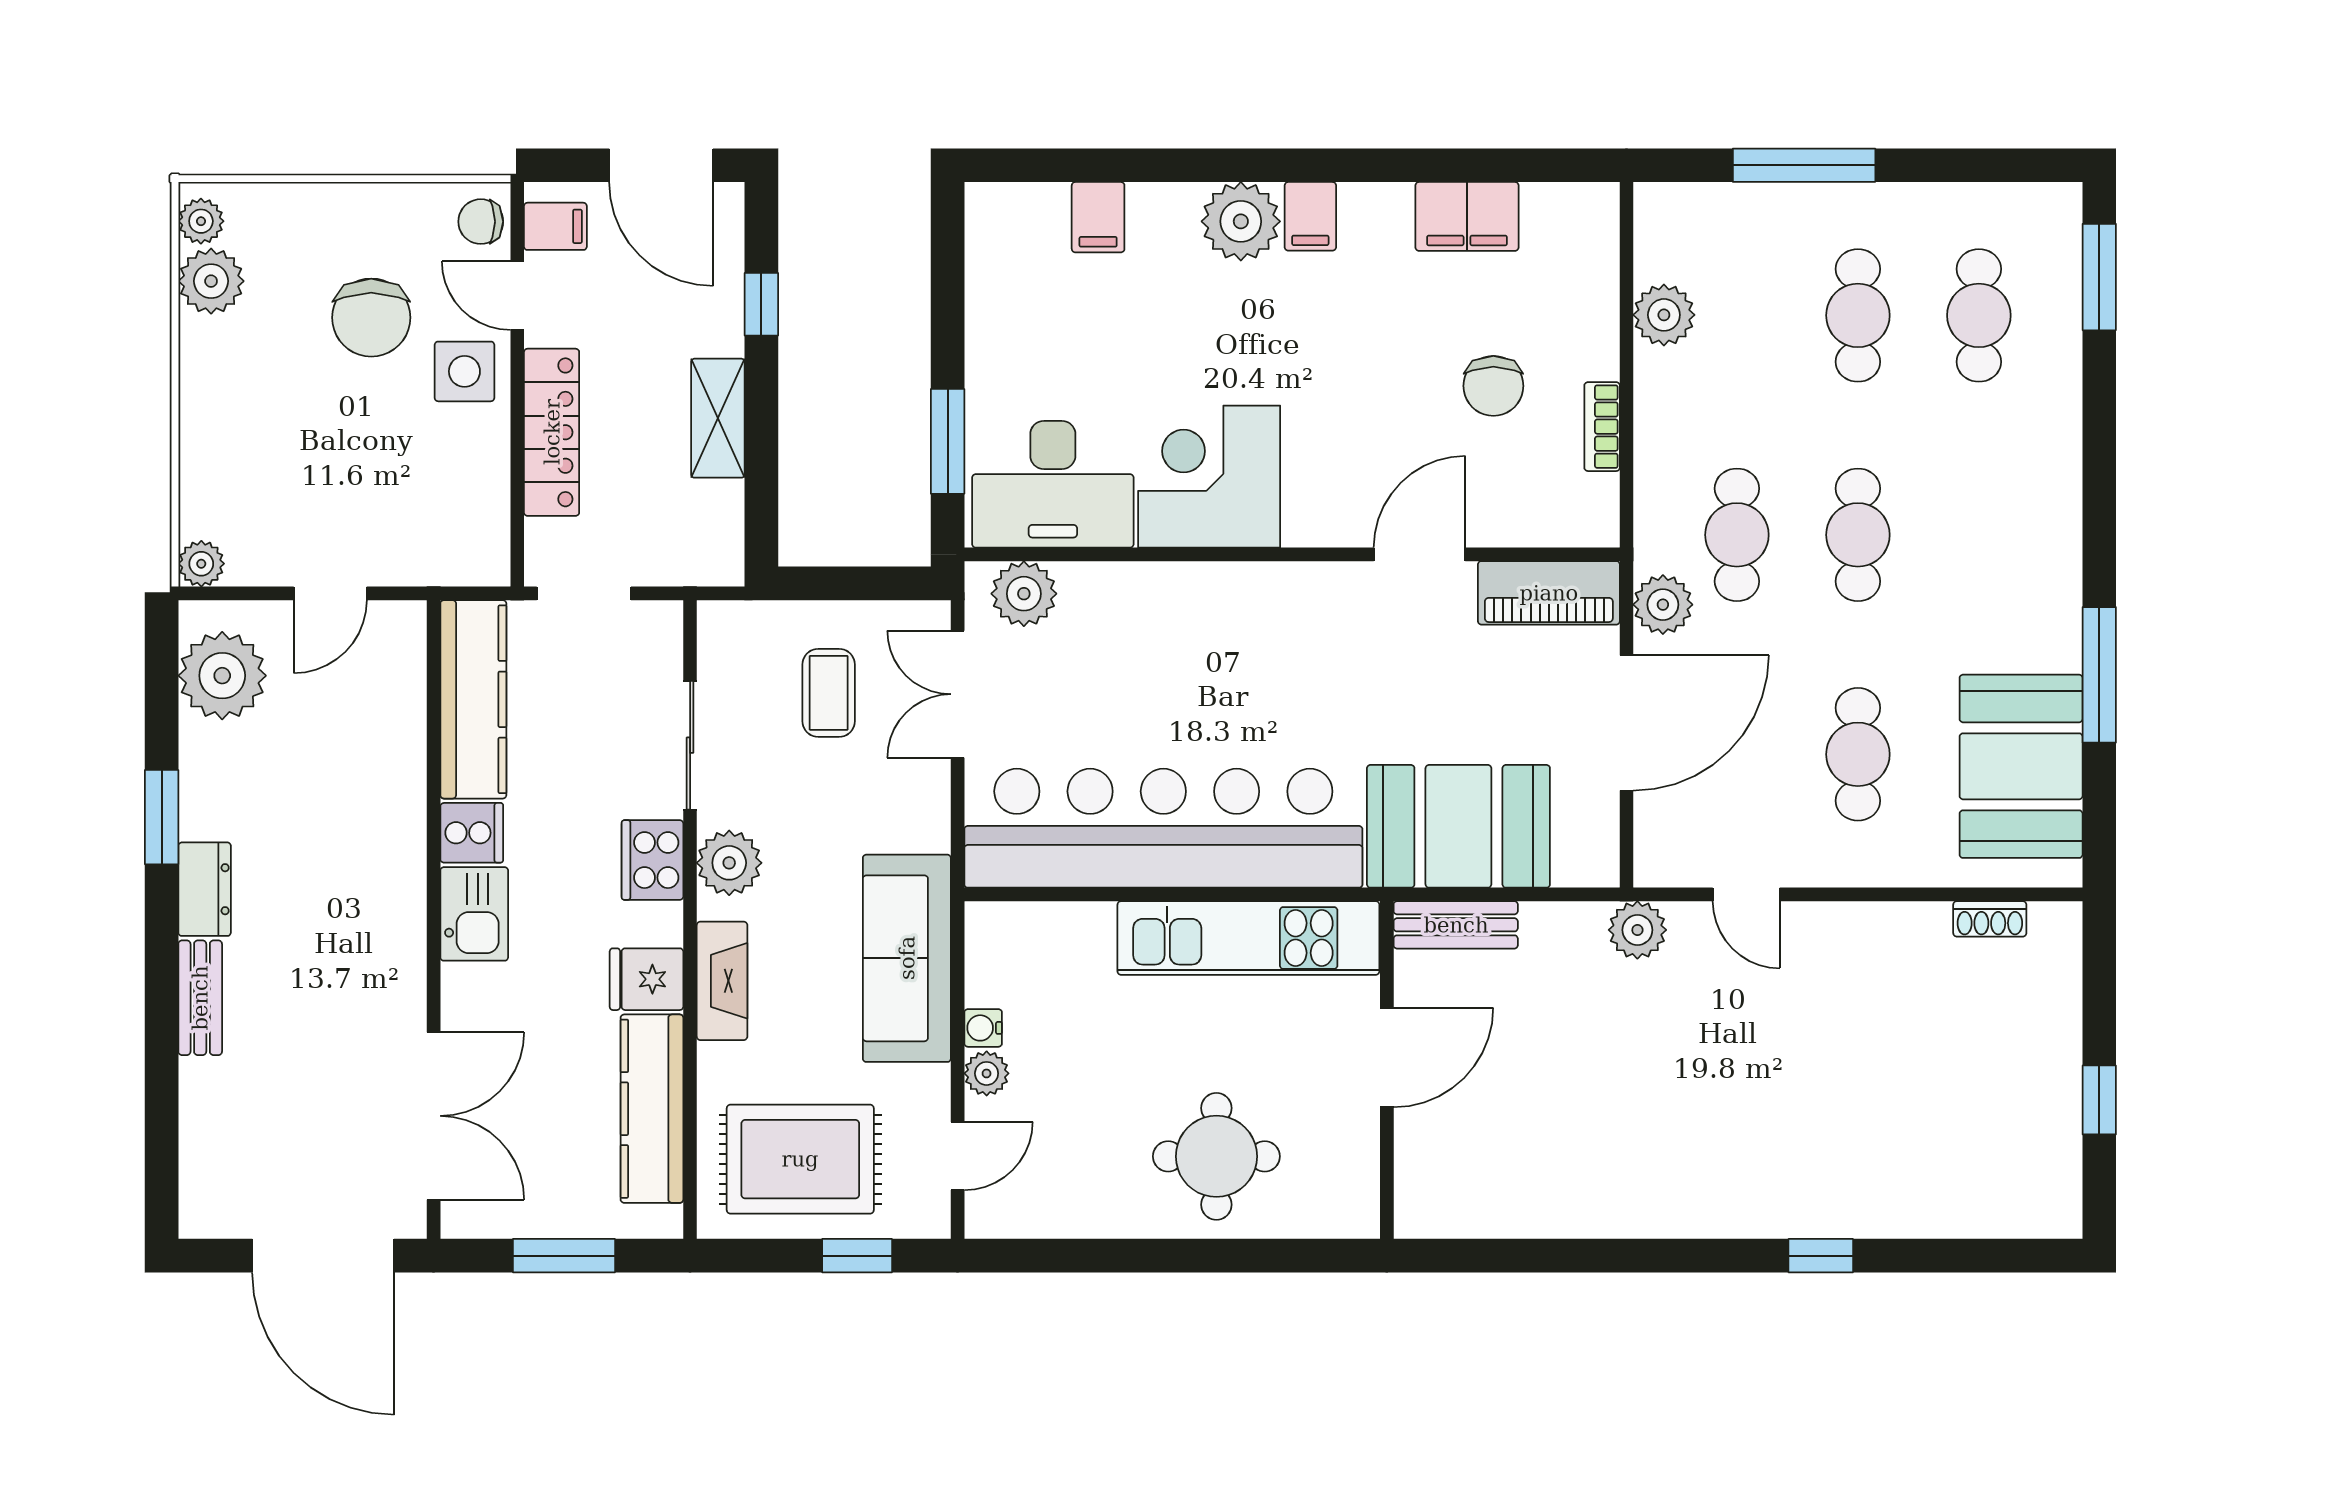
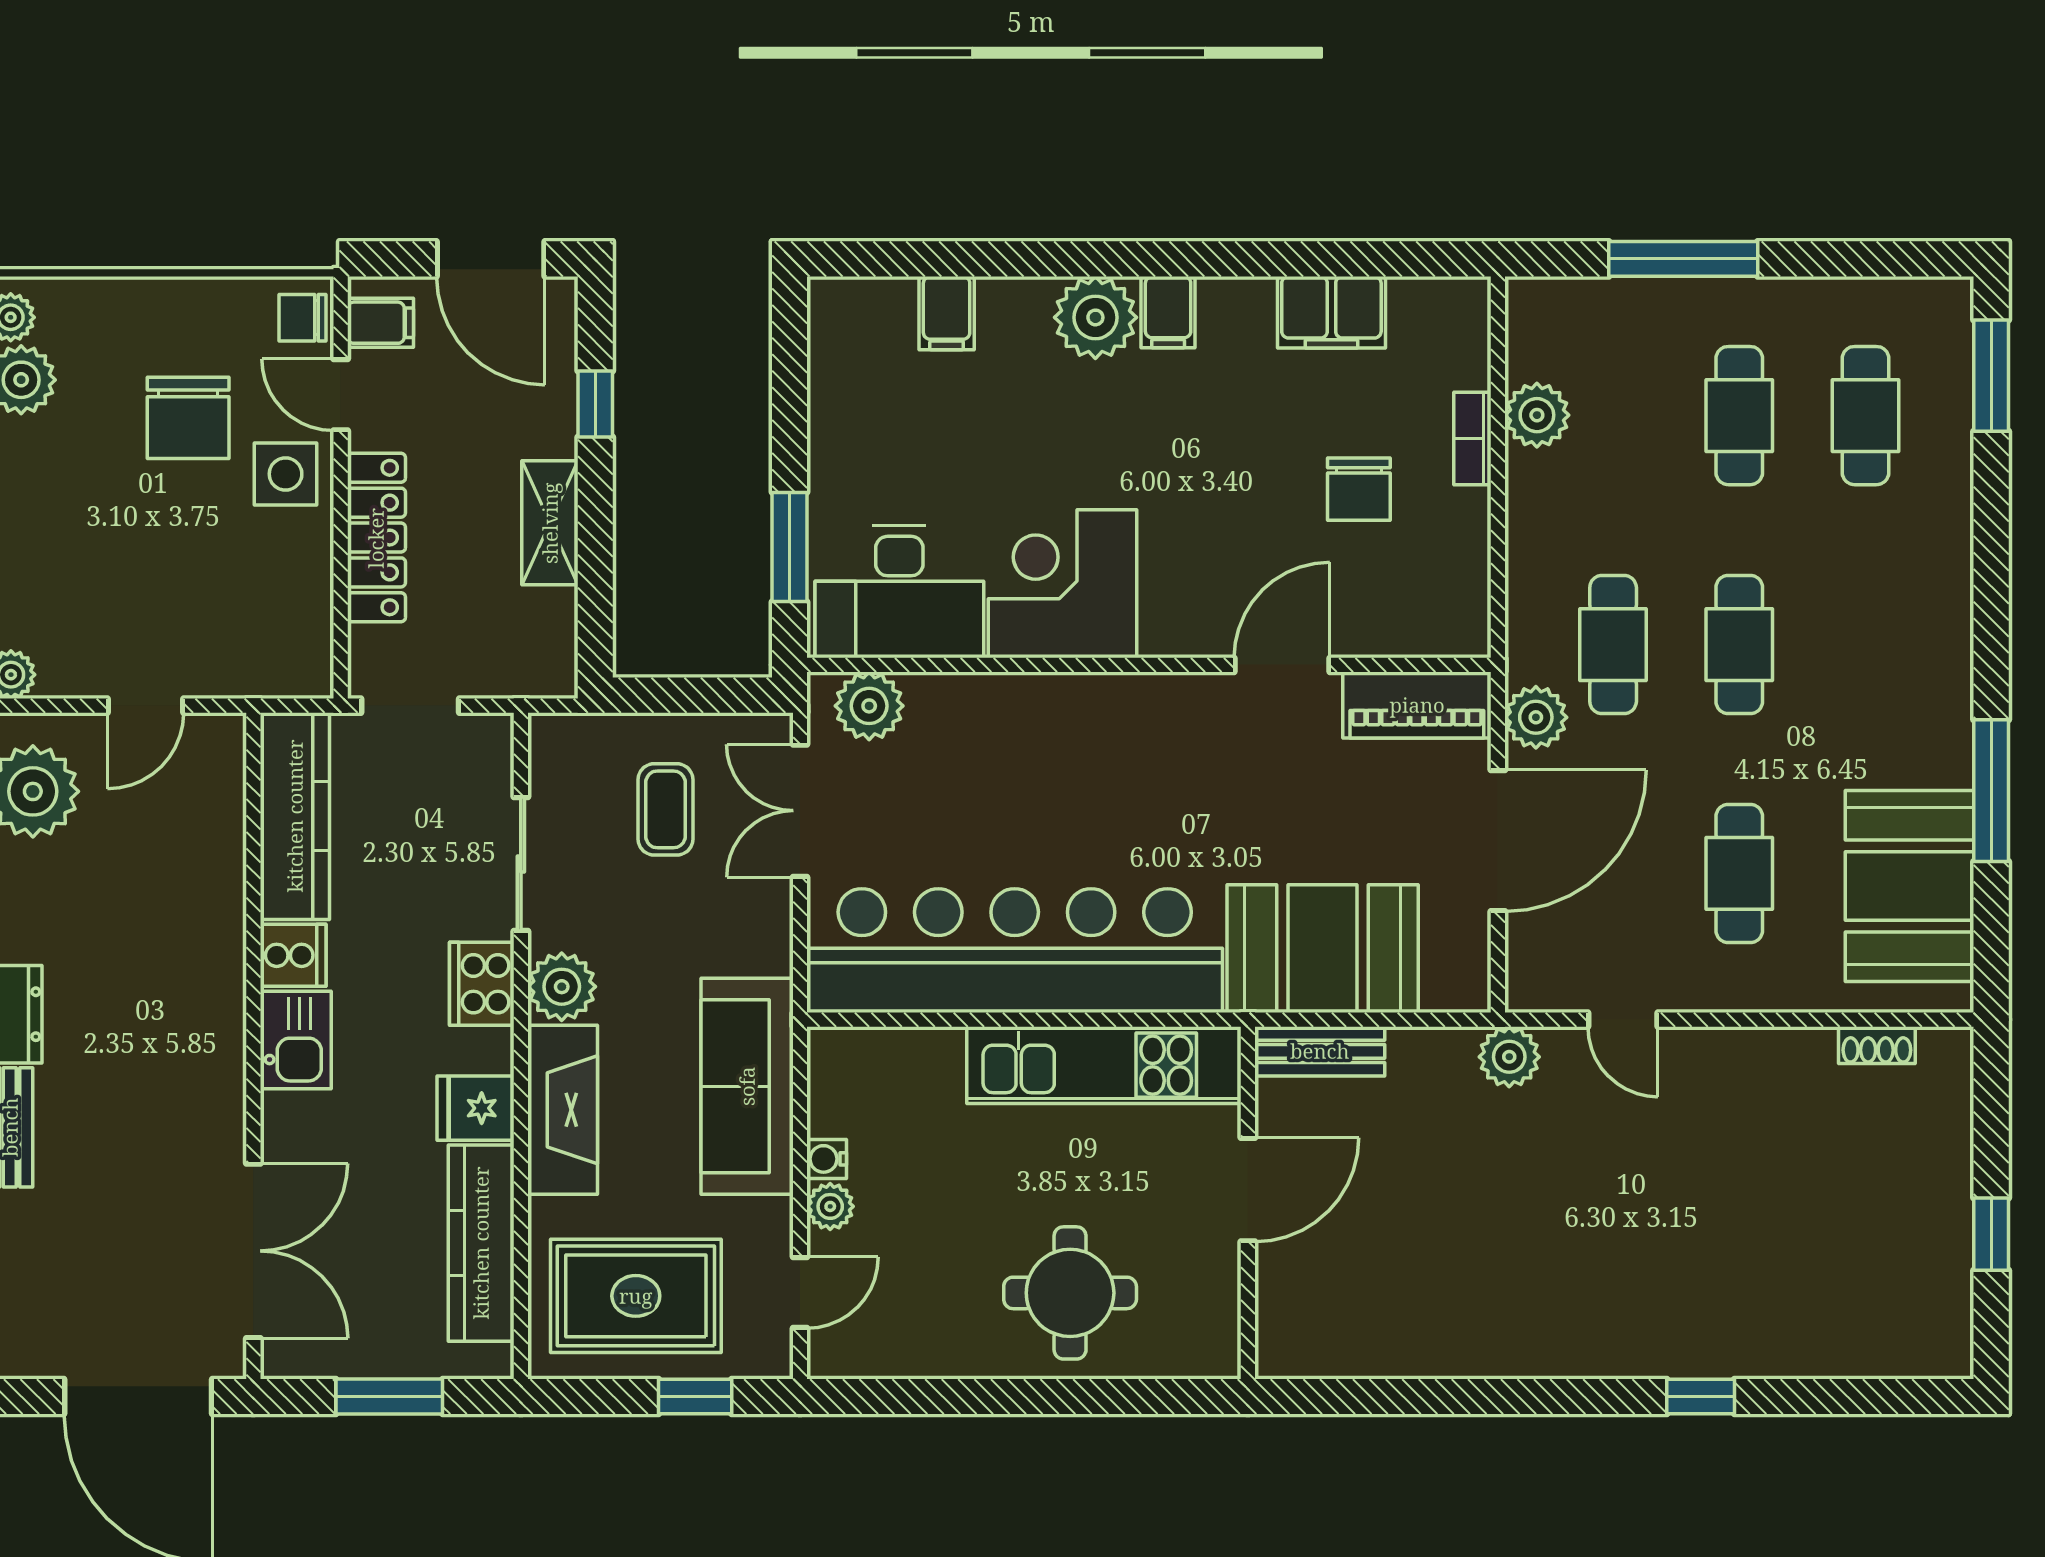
bookcase: (1602, 427) -> (1472, 438), moved
fireplace: (722, 981) -> (563, 1110), width x1.37, depth x1.32

